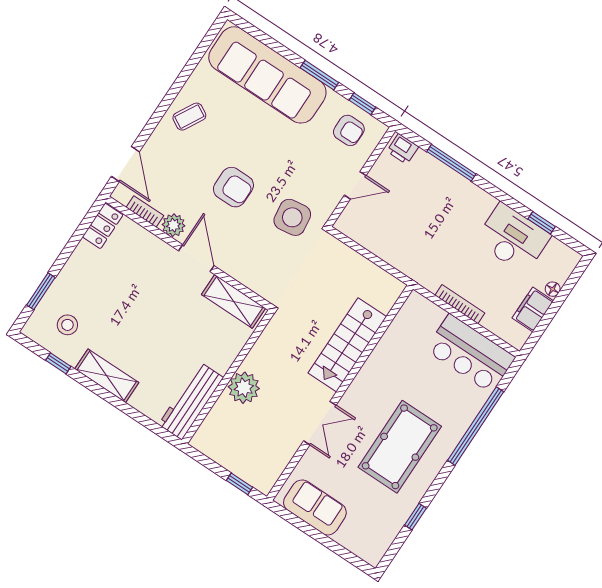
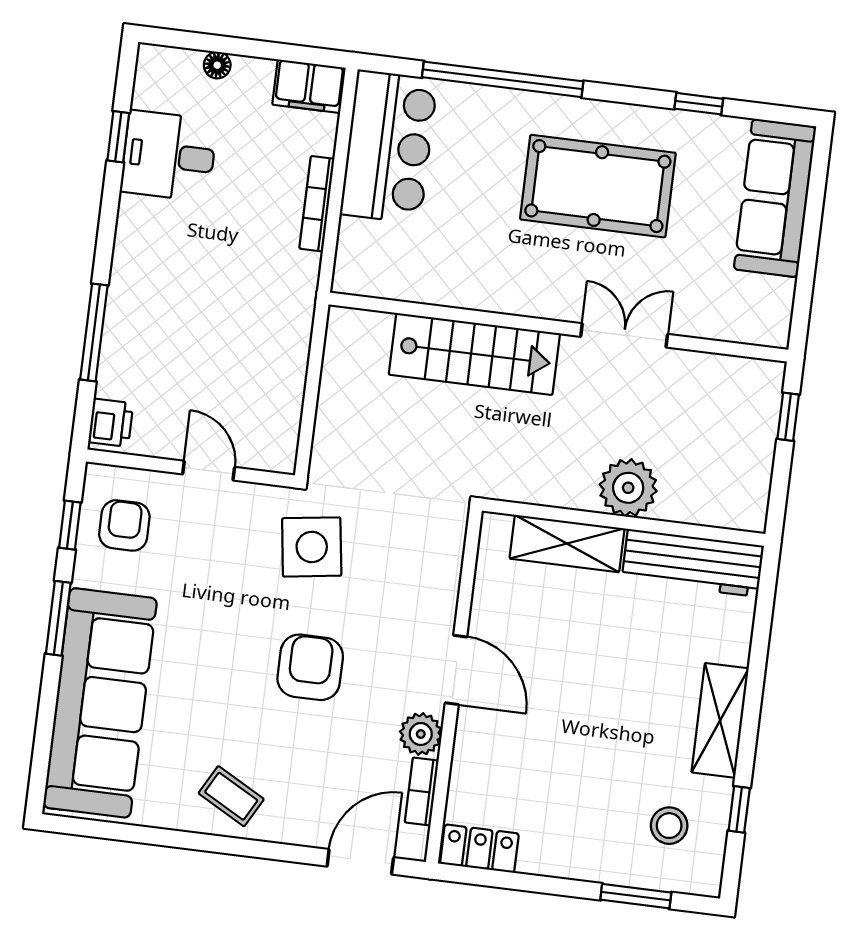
desk: (513, 238) -> (169, 156), width x0.73
door: (196, 258) -> (456, 670), swing flipped
shelving: (234, 301) -> (567, 544), moved, turned 90
filing cabinet: (533, 309) -> (309, 86), moved
sofa: (315, 507) -> (775, 198), moved, width x1.36

